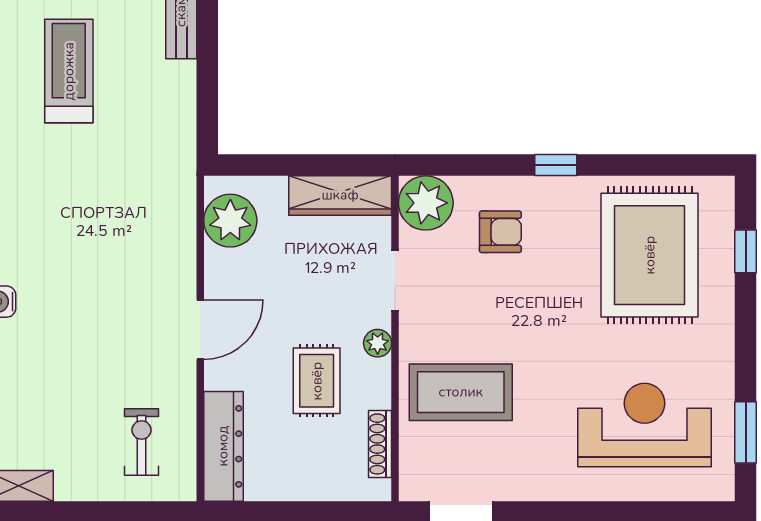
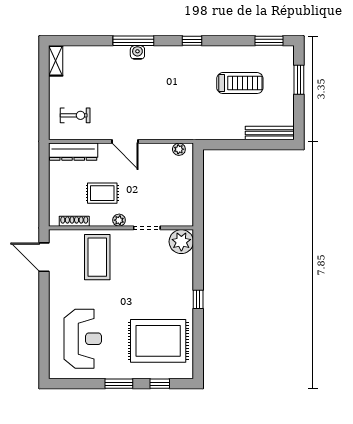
wardrobe: (340, 195) -> (185, 204), removed
plant: (230, 221) -> (179, 149), width x0.53, depth x0.53
armchair: (500, 232) -> (168, 275), removed
window: (746, 432) -> (119, 384), moved

